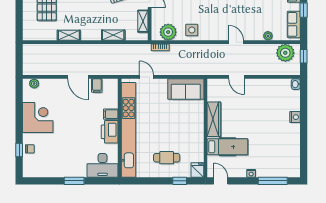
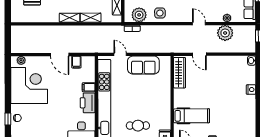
shelving: (69, 35) -> (69, 18), moved
plant: (285, 53) -> (225, 33), moved
sofa: (186, 89) -> (143, 65), moved
corner desk: (38, 118) -> (29, 86), width x1.36, depth x1.36
wardrobe: (214, 119) -> (180, 73), moved

